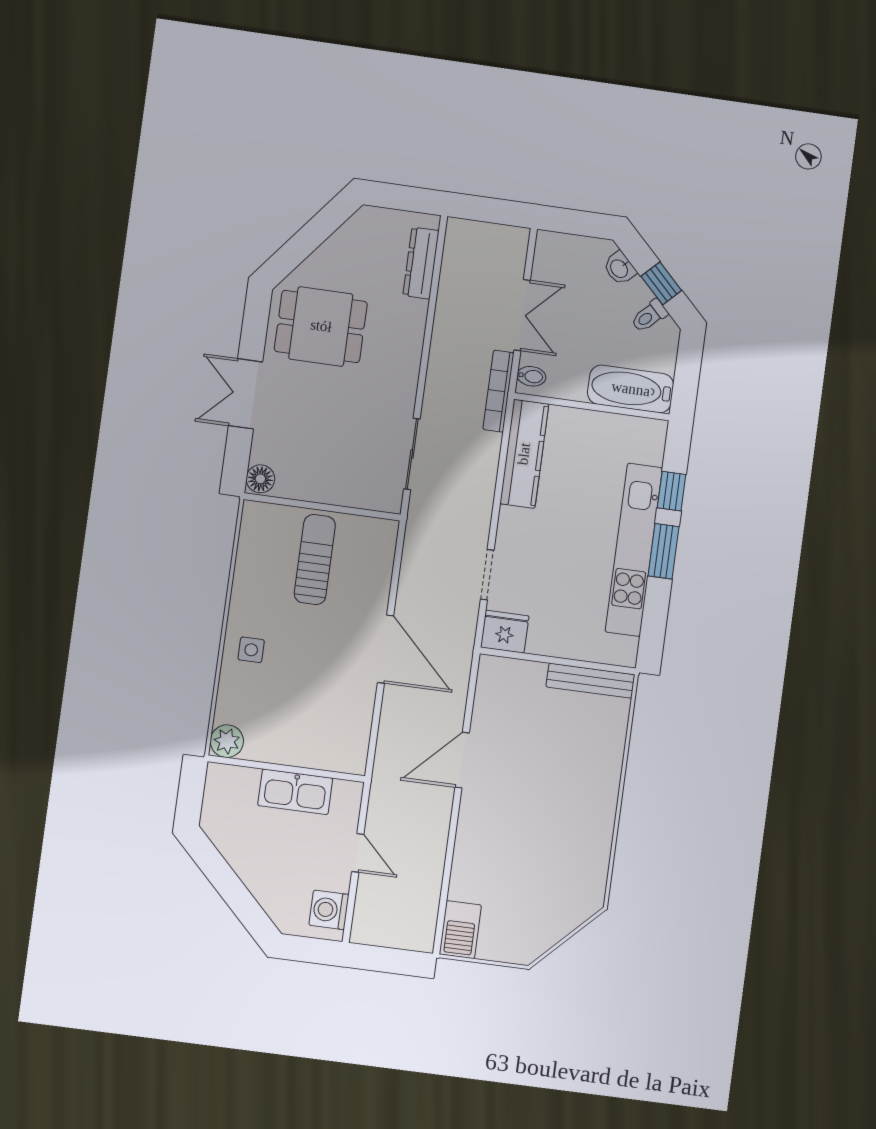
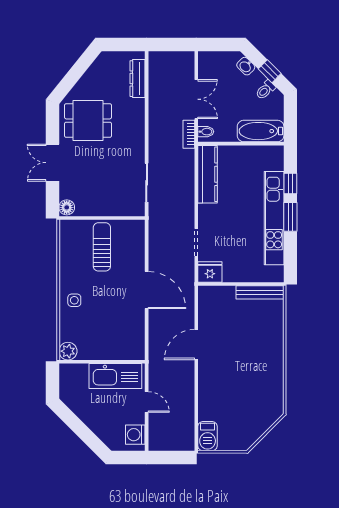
bookcase: (498, 391) -> (189, 134), width x0.64
kitchen sink: (295, 792) -> (115, 376), width x1.36, depth x1.24

